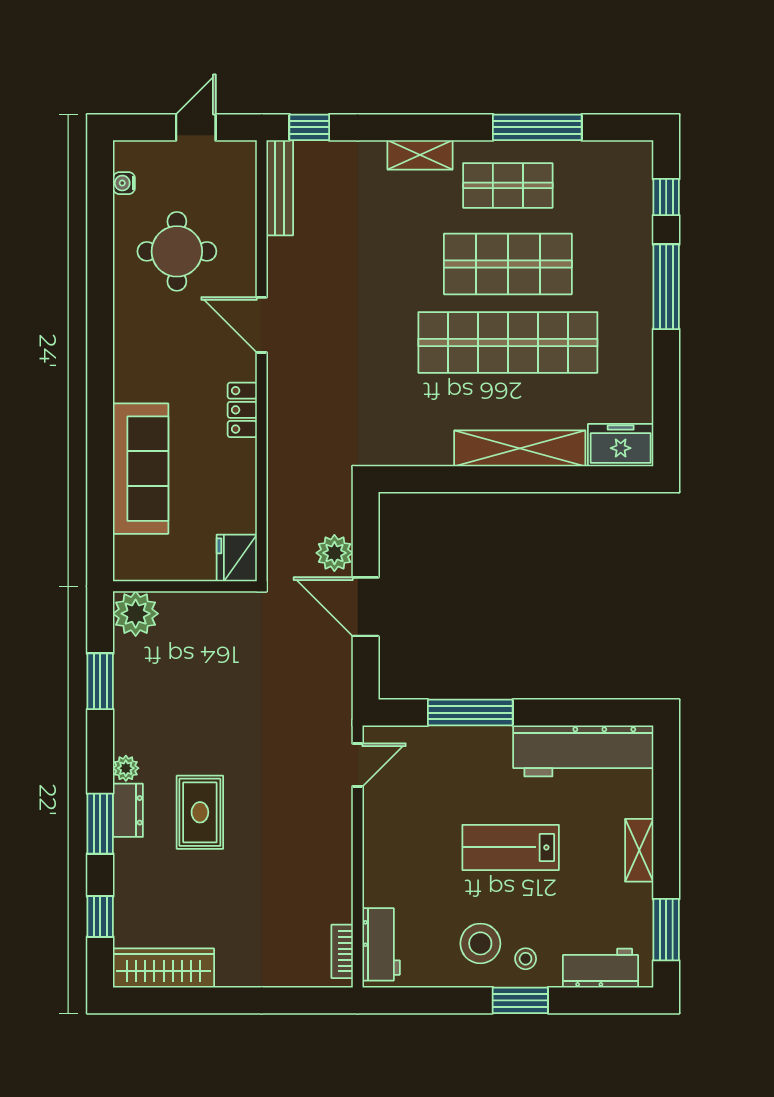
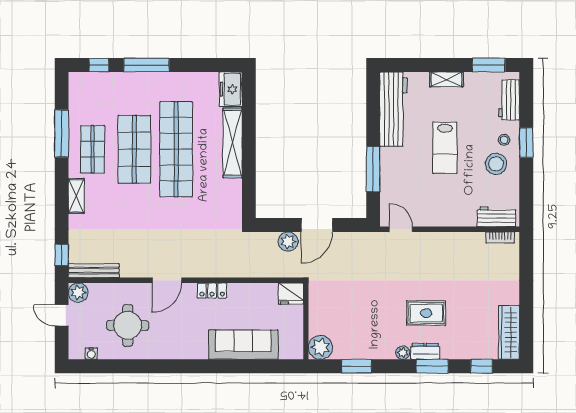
plant: (239, 158) -> (78, 293), added

